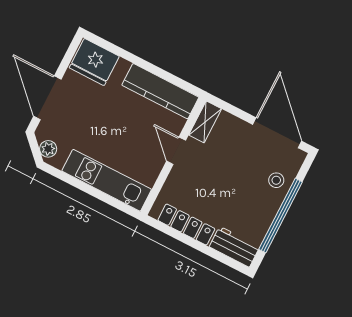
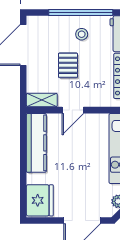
pallet: (229, 171) -> (68, 65), added
stool: (276, 180) -> (82, 34), moved

